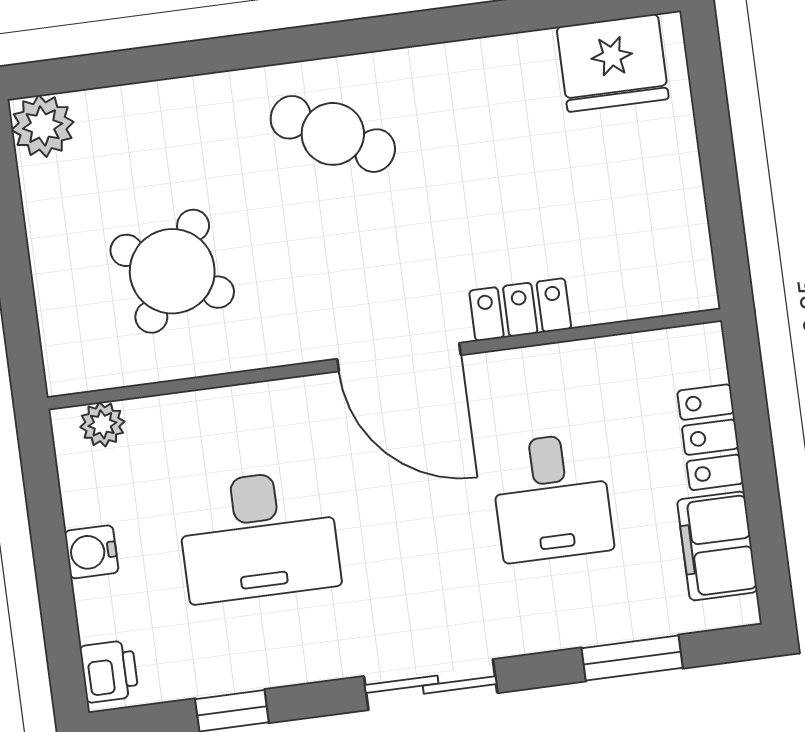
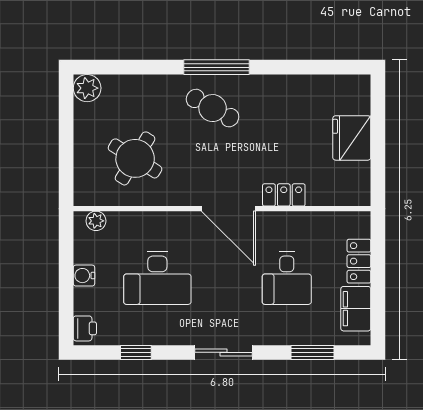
window: (330, 40) -> (217, 67), added
fridge: (613, 63) -> (352, 138), moved, turned 90

